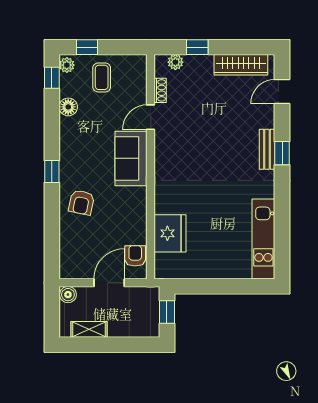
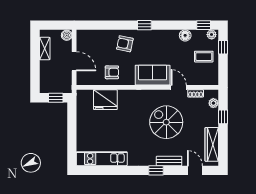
spiral stairs: (206, 137) -> (166, 122), added
bench: (267, 149) -> (169, 161), moved
armchair: (135, 256) -> (112, 72), moved

